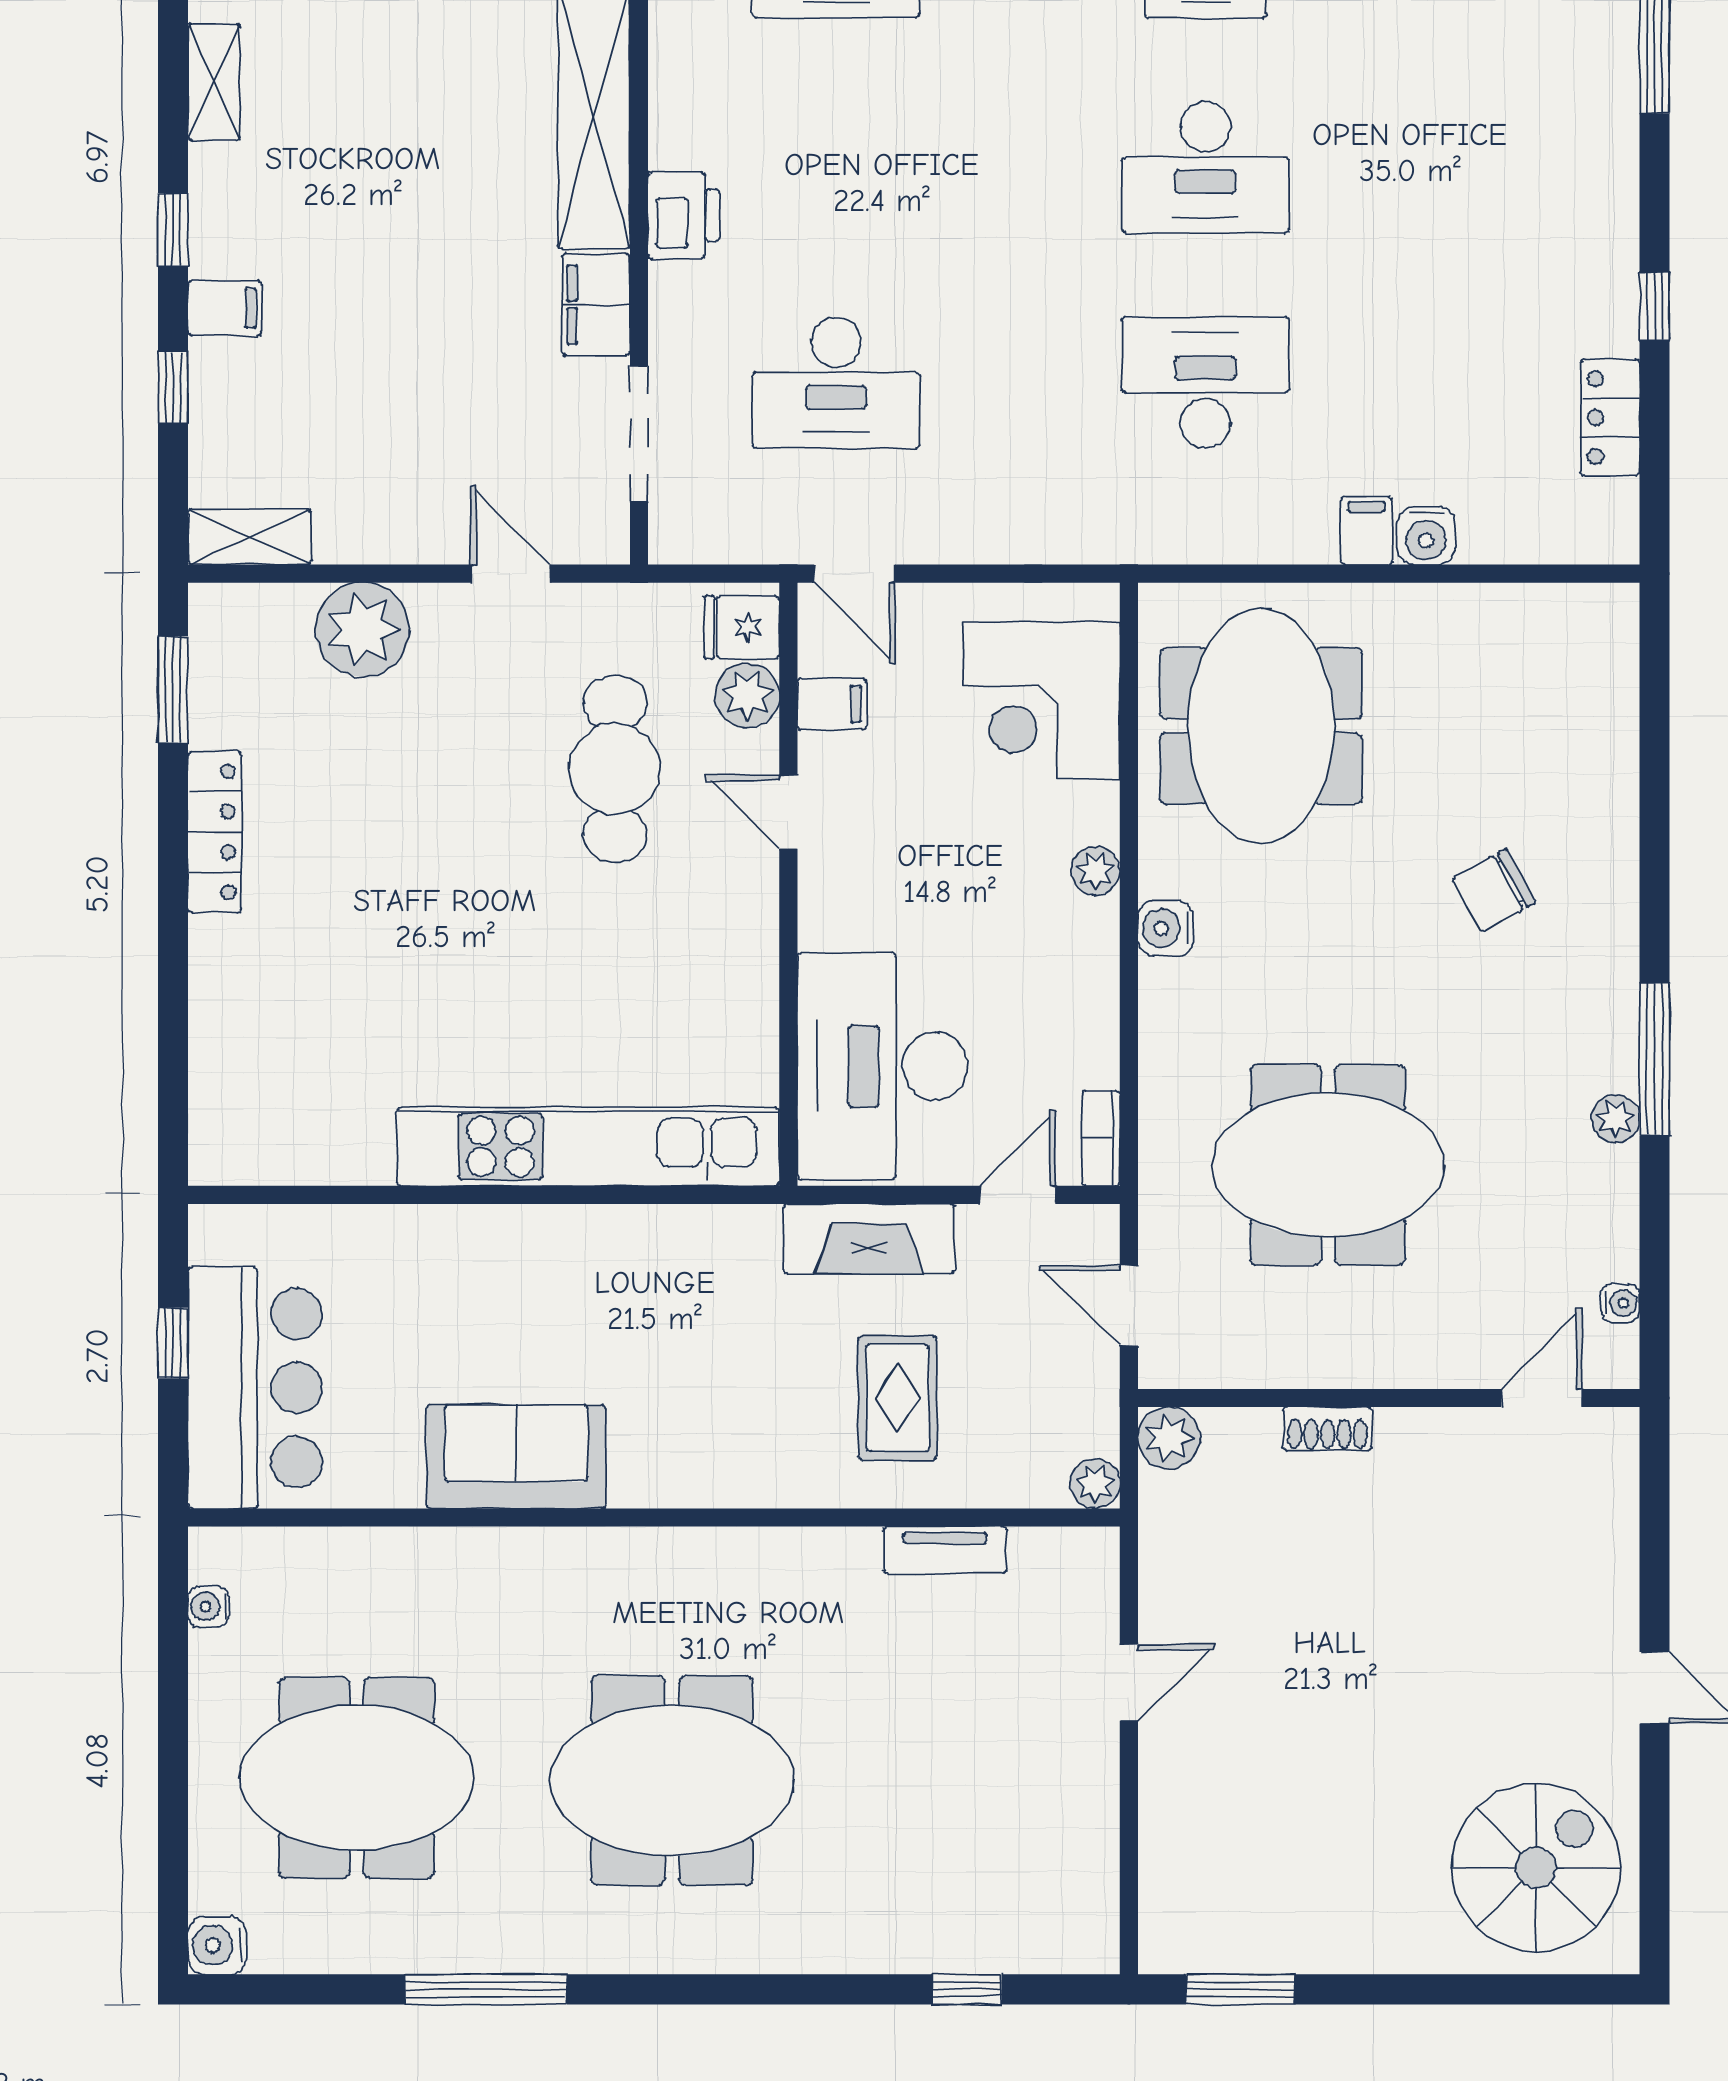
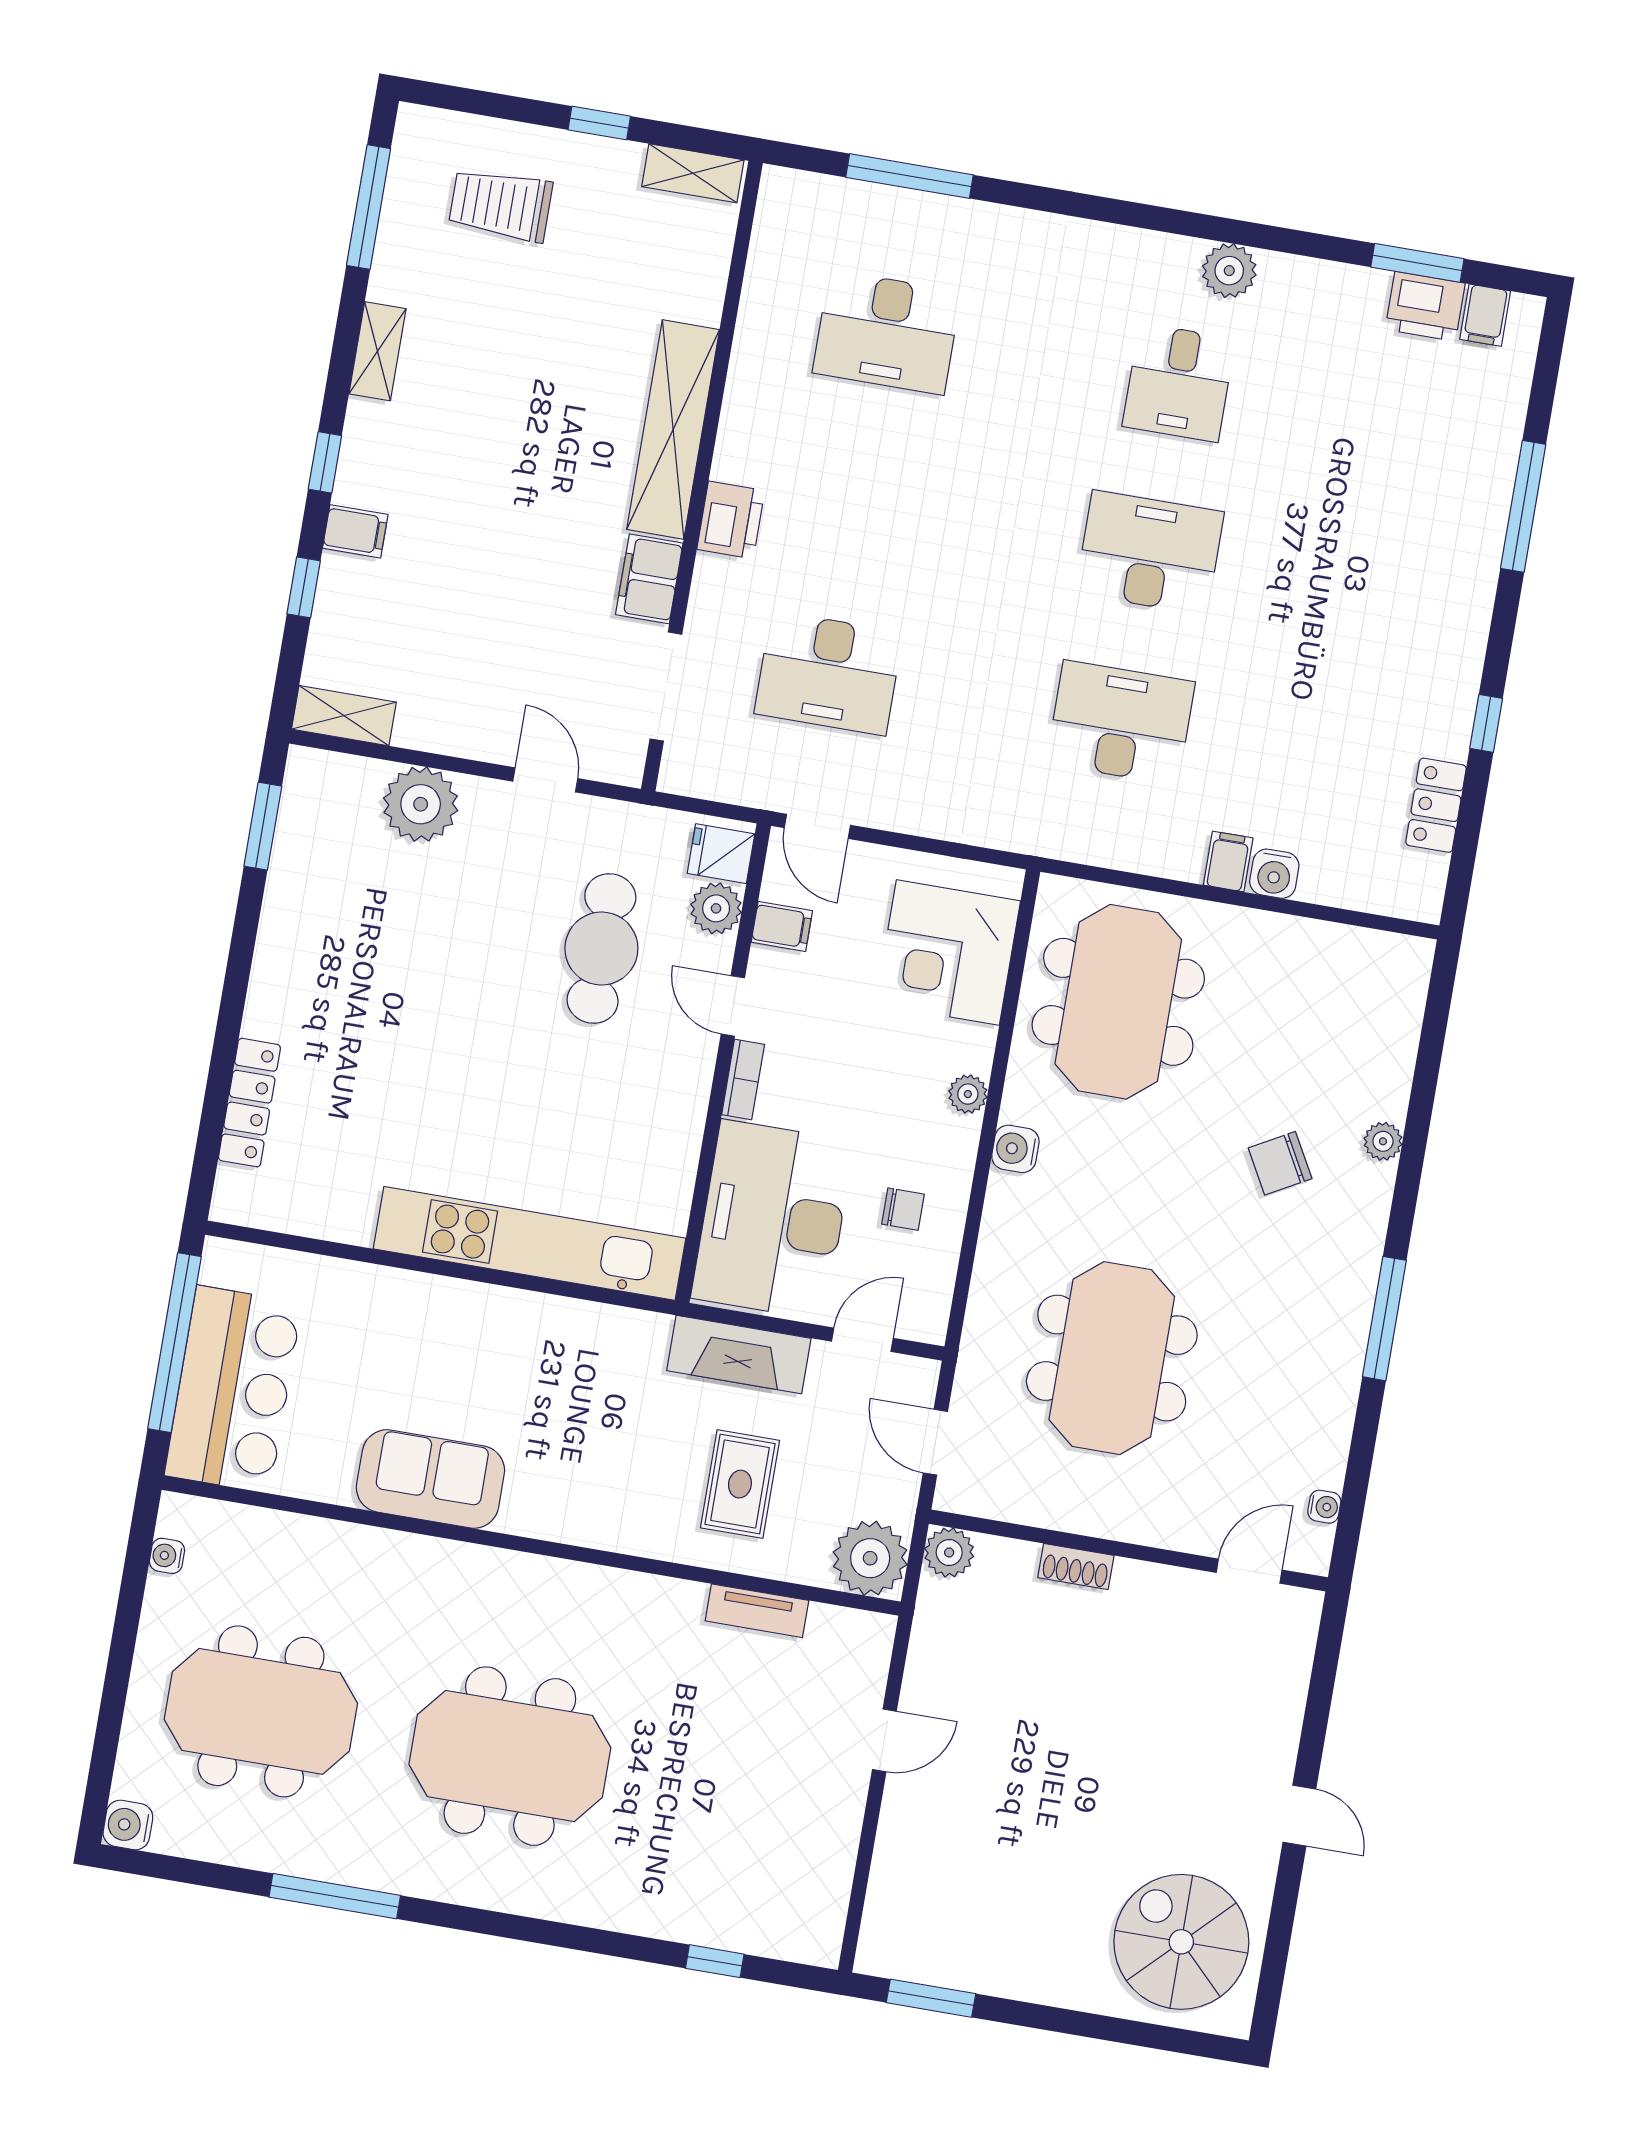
desk: (1205, 167) -> (1150, 553), turned 180
locker: (215, 832) -> (249, 1103), moved
chair: (1040, 1026) -> (903, 1209), added
plant: (1616, 1119) -> (1383, 1141), moved
bookcase: (1101, 1138) -> (743, 1079), moved, turned 180
meeting table: (1328, 1165) -> (1112, 1358), turned 90
window: (173, 1343) -> (174, 1343), width x3.17
plant: (1095, 1484) -> (870, 1558), width x1.87, depth x1.87
spiral stairs: (1536, 1868) -> (1181, 1942), turned -90

